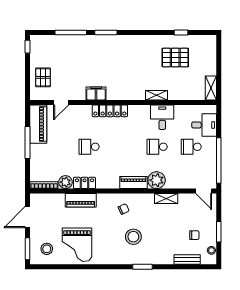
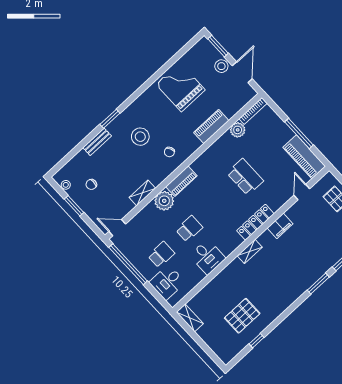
shelving: (157, 95) -> (250, 251), moved
school desk: (89, 147) -> (245, 177), width x1.85
locker: (85, 183) -> (221, 144), removed
stool: (47, 249) -> (221, 66), moved
bench: (187, 260) -> (97, 142), moved

